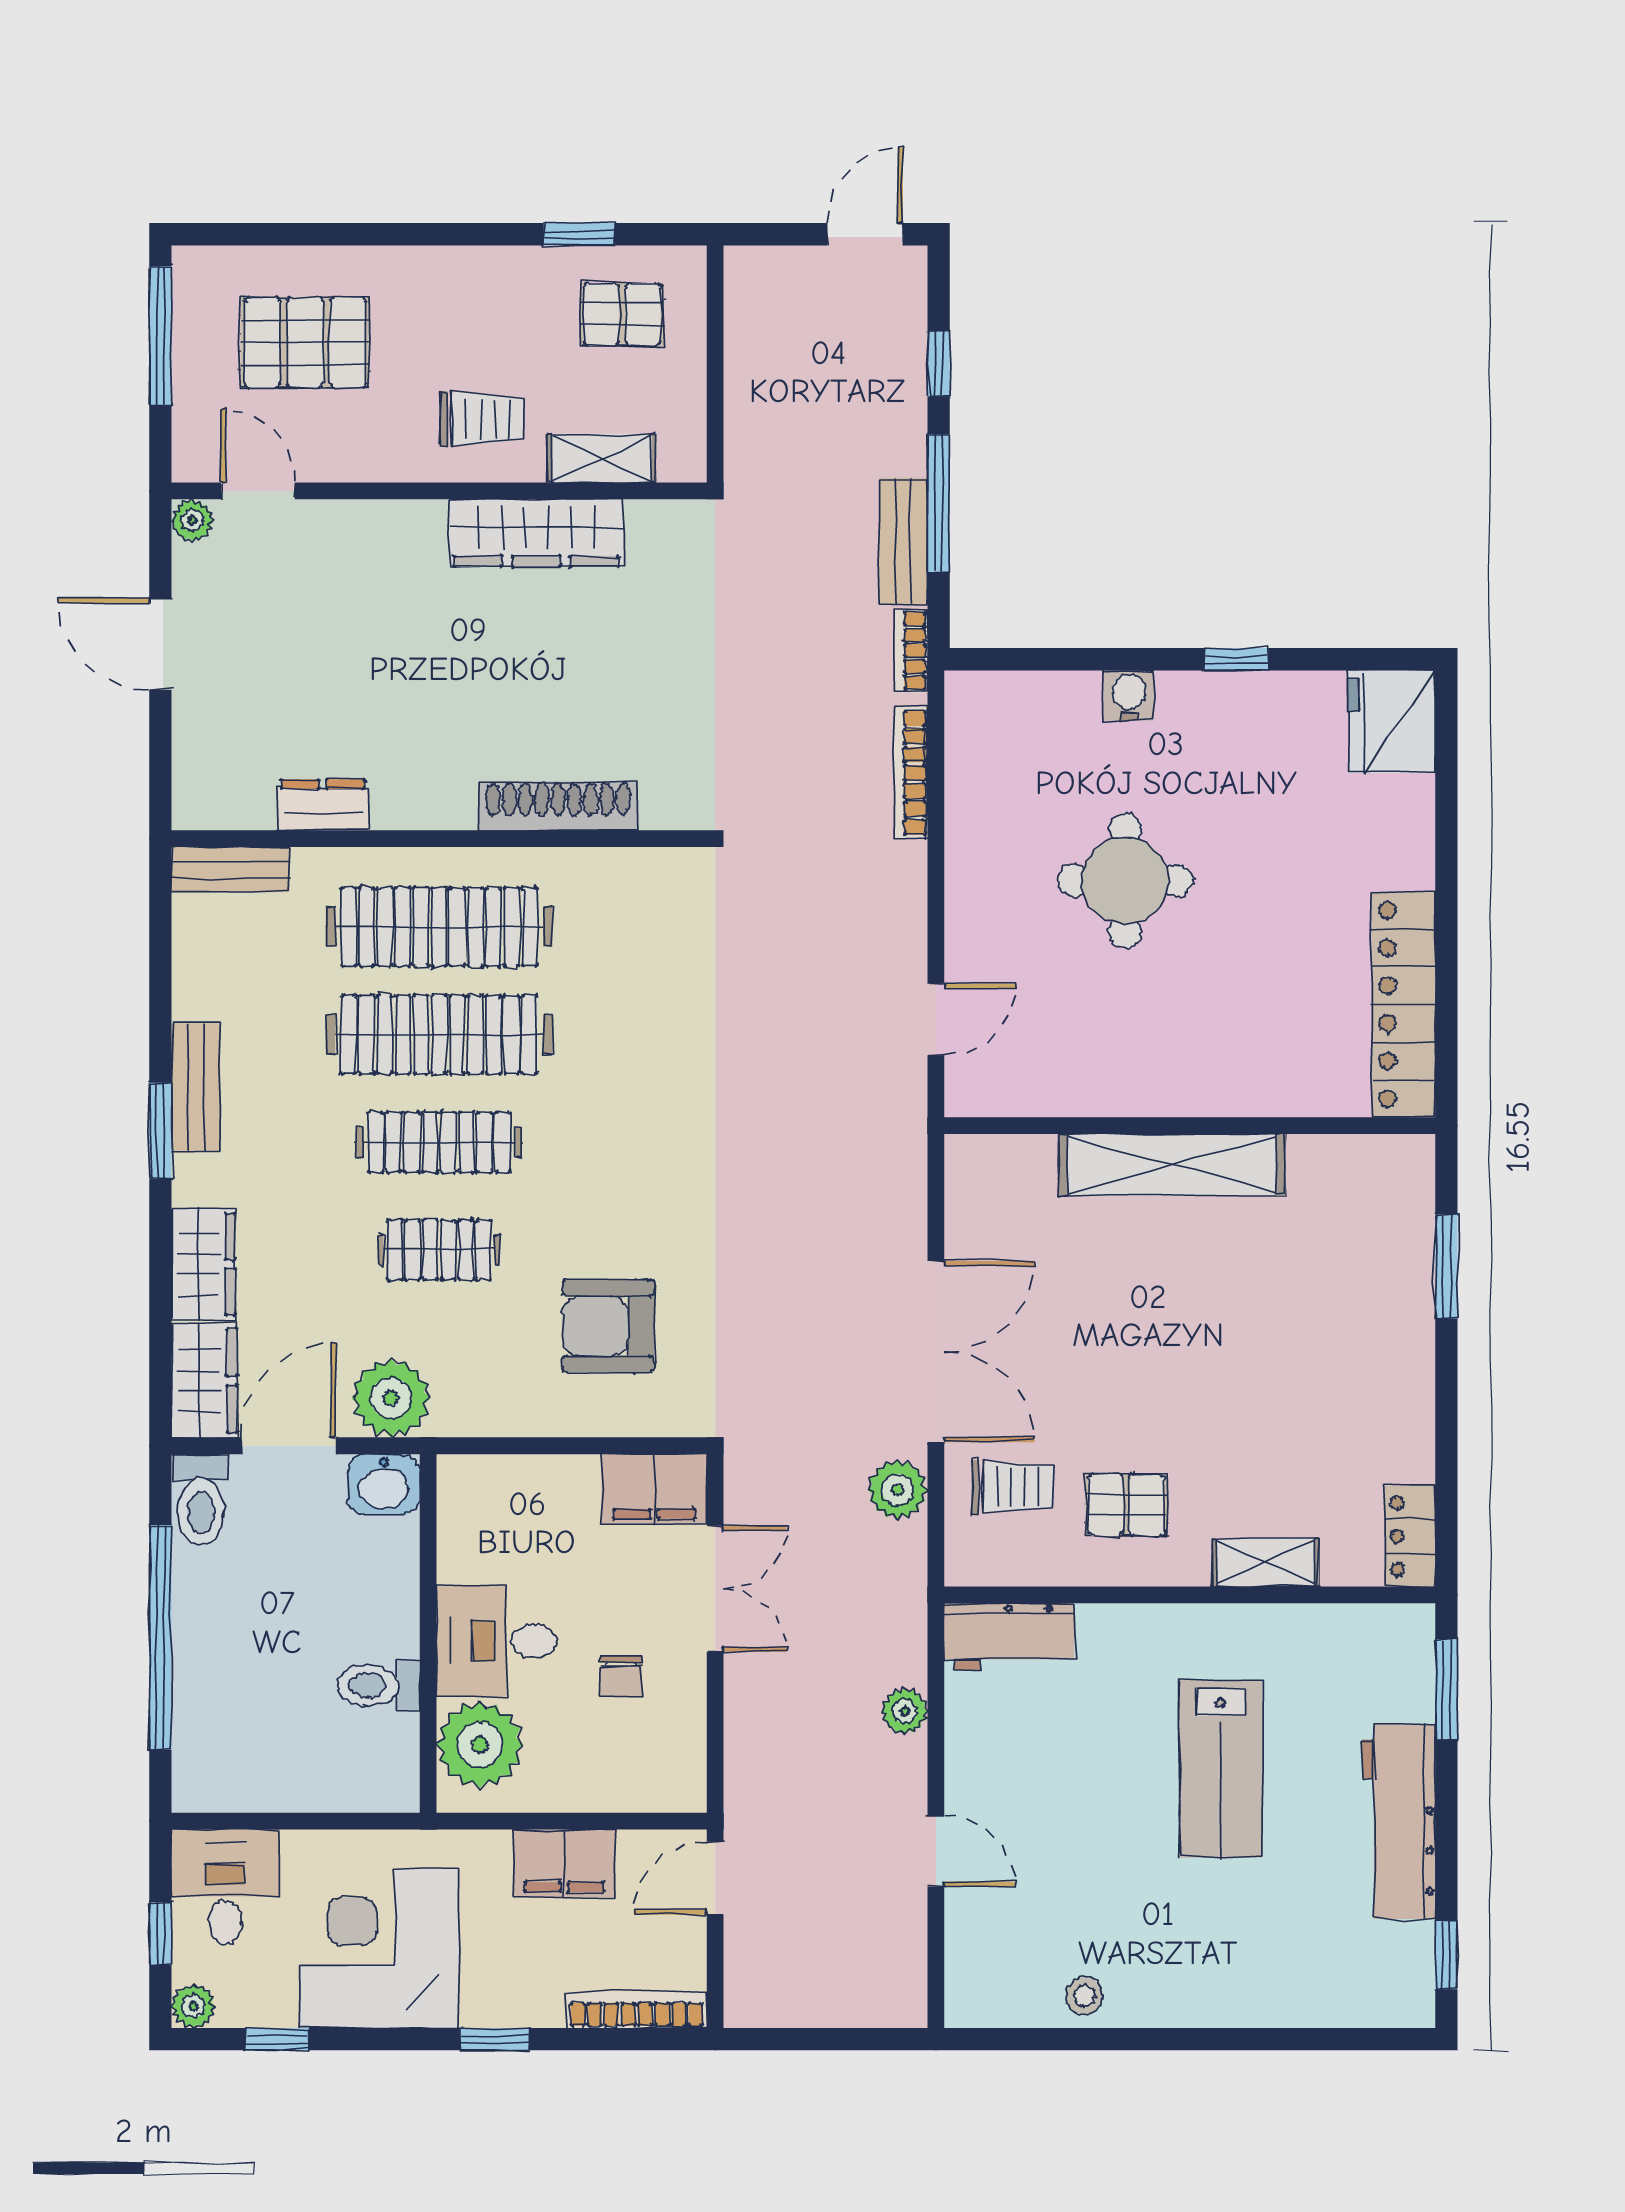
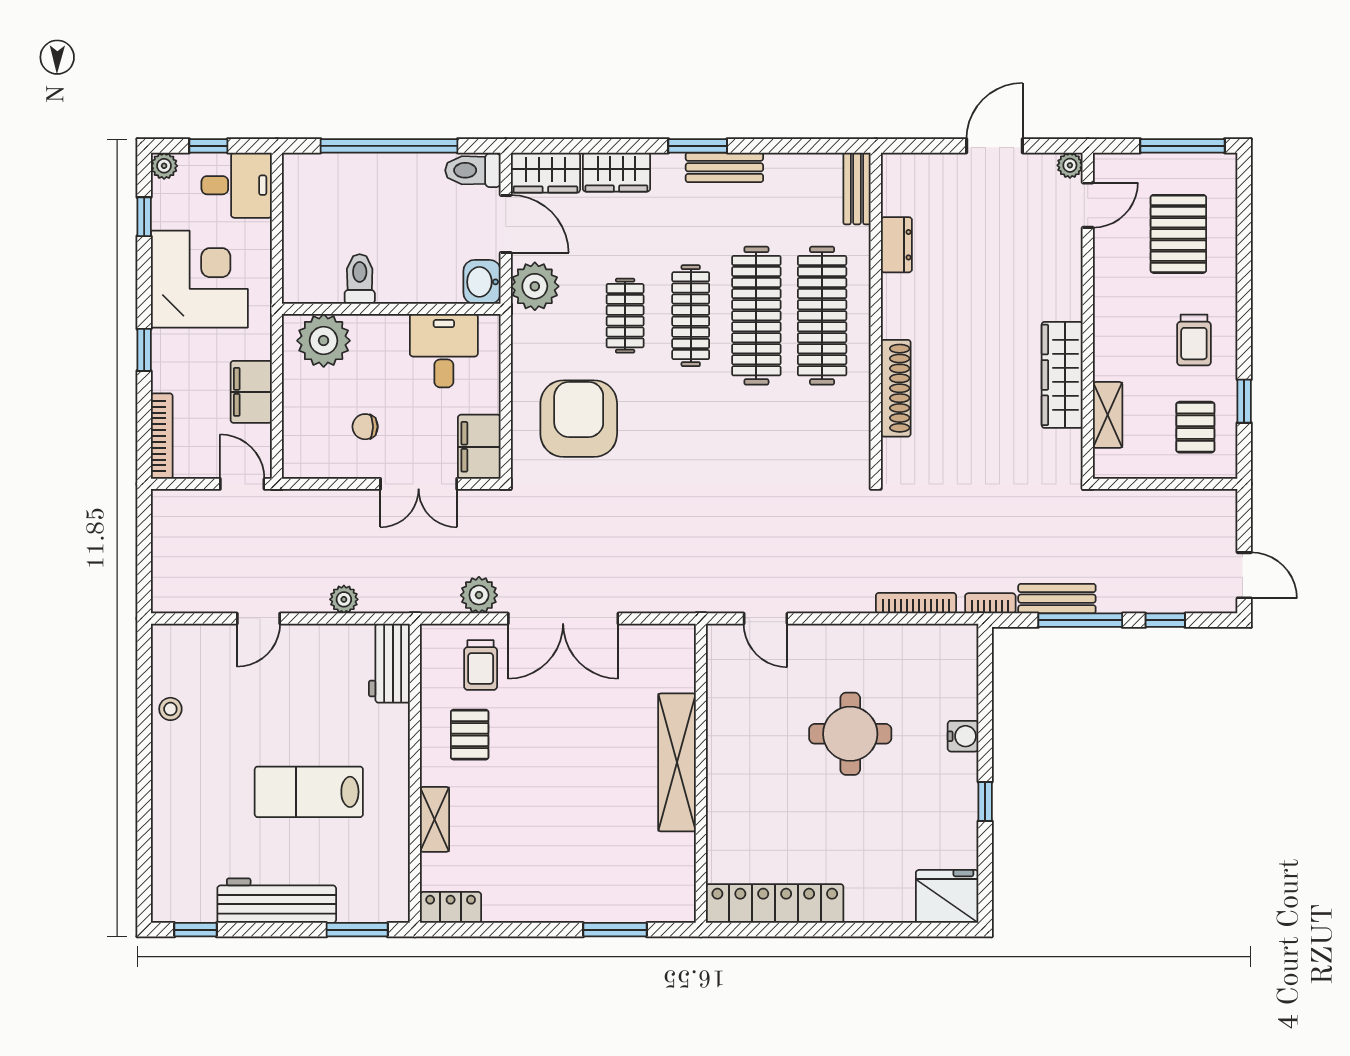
trolley: (482, 419) -> (1194, 340), moved
armchair: (608, 1326) -> (579, 419), width x1.36, depth x1.36
desk: (497, 1641) -> (444, 351), moved

